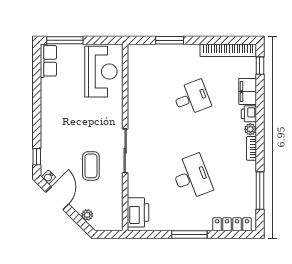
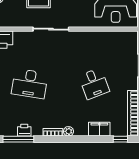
printer: (249, 114) -> (24, 130), moved
desk: (192, 177) -> (30, 84), turned 30

